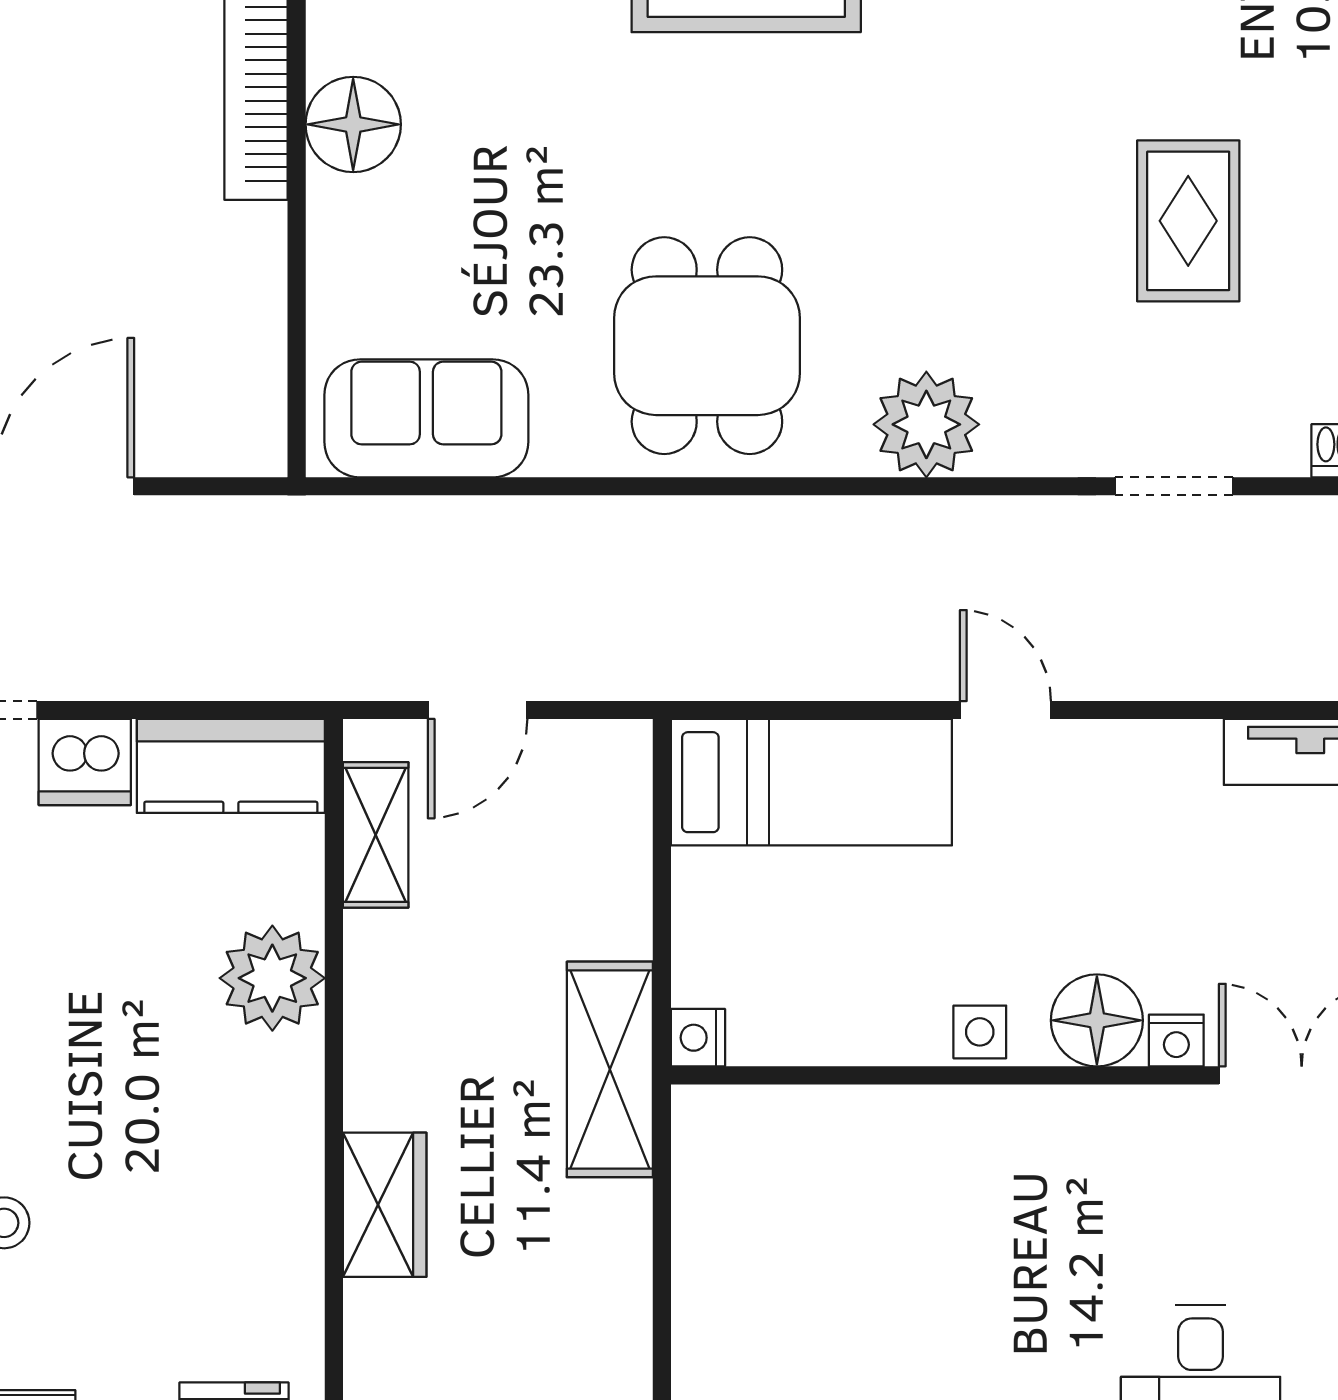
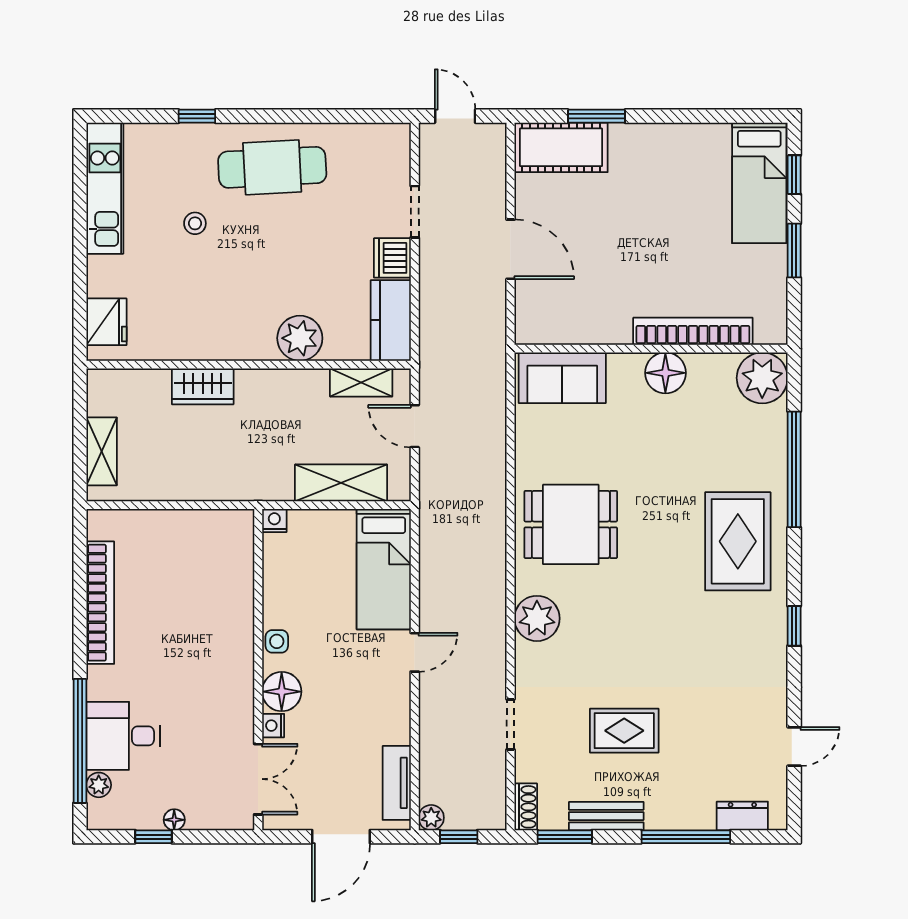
sofa: (426, 418) -> (562, 378), moved, turned 90
shelving: (610, 1069) -> (341, 483), moved

